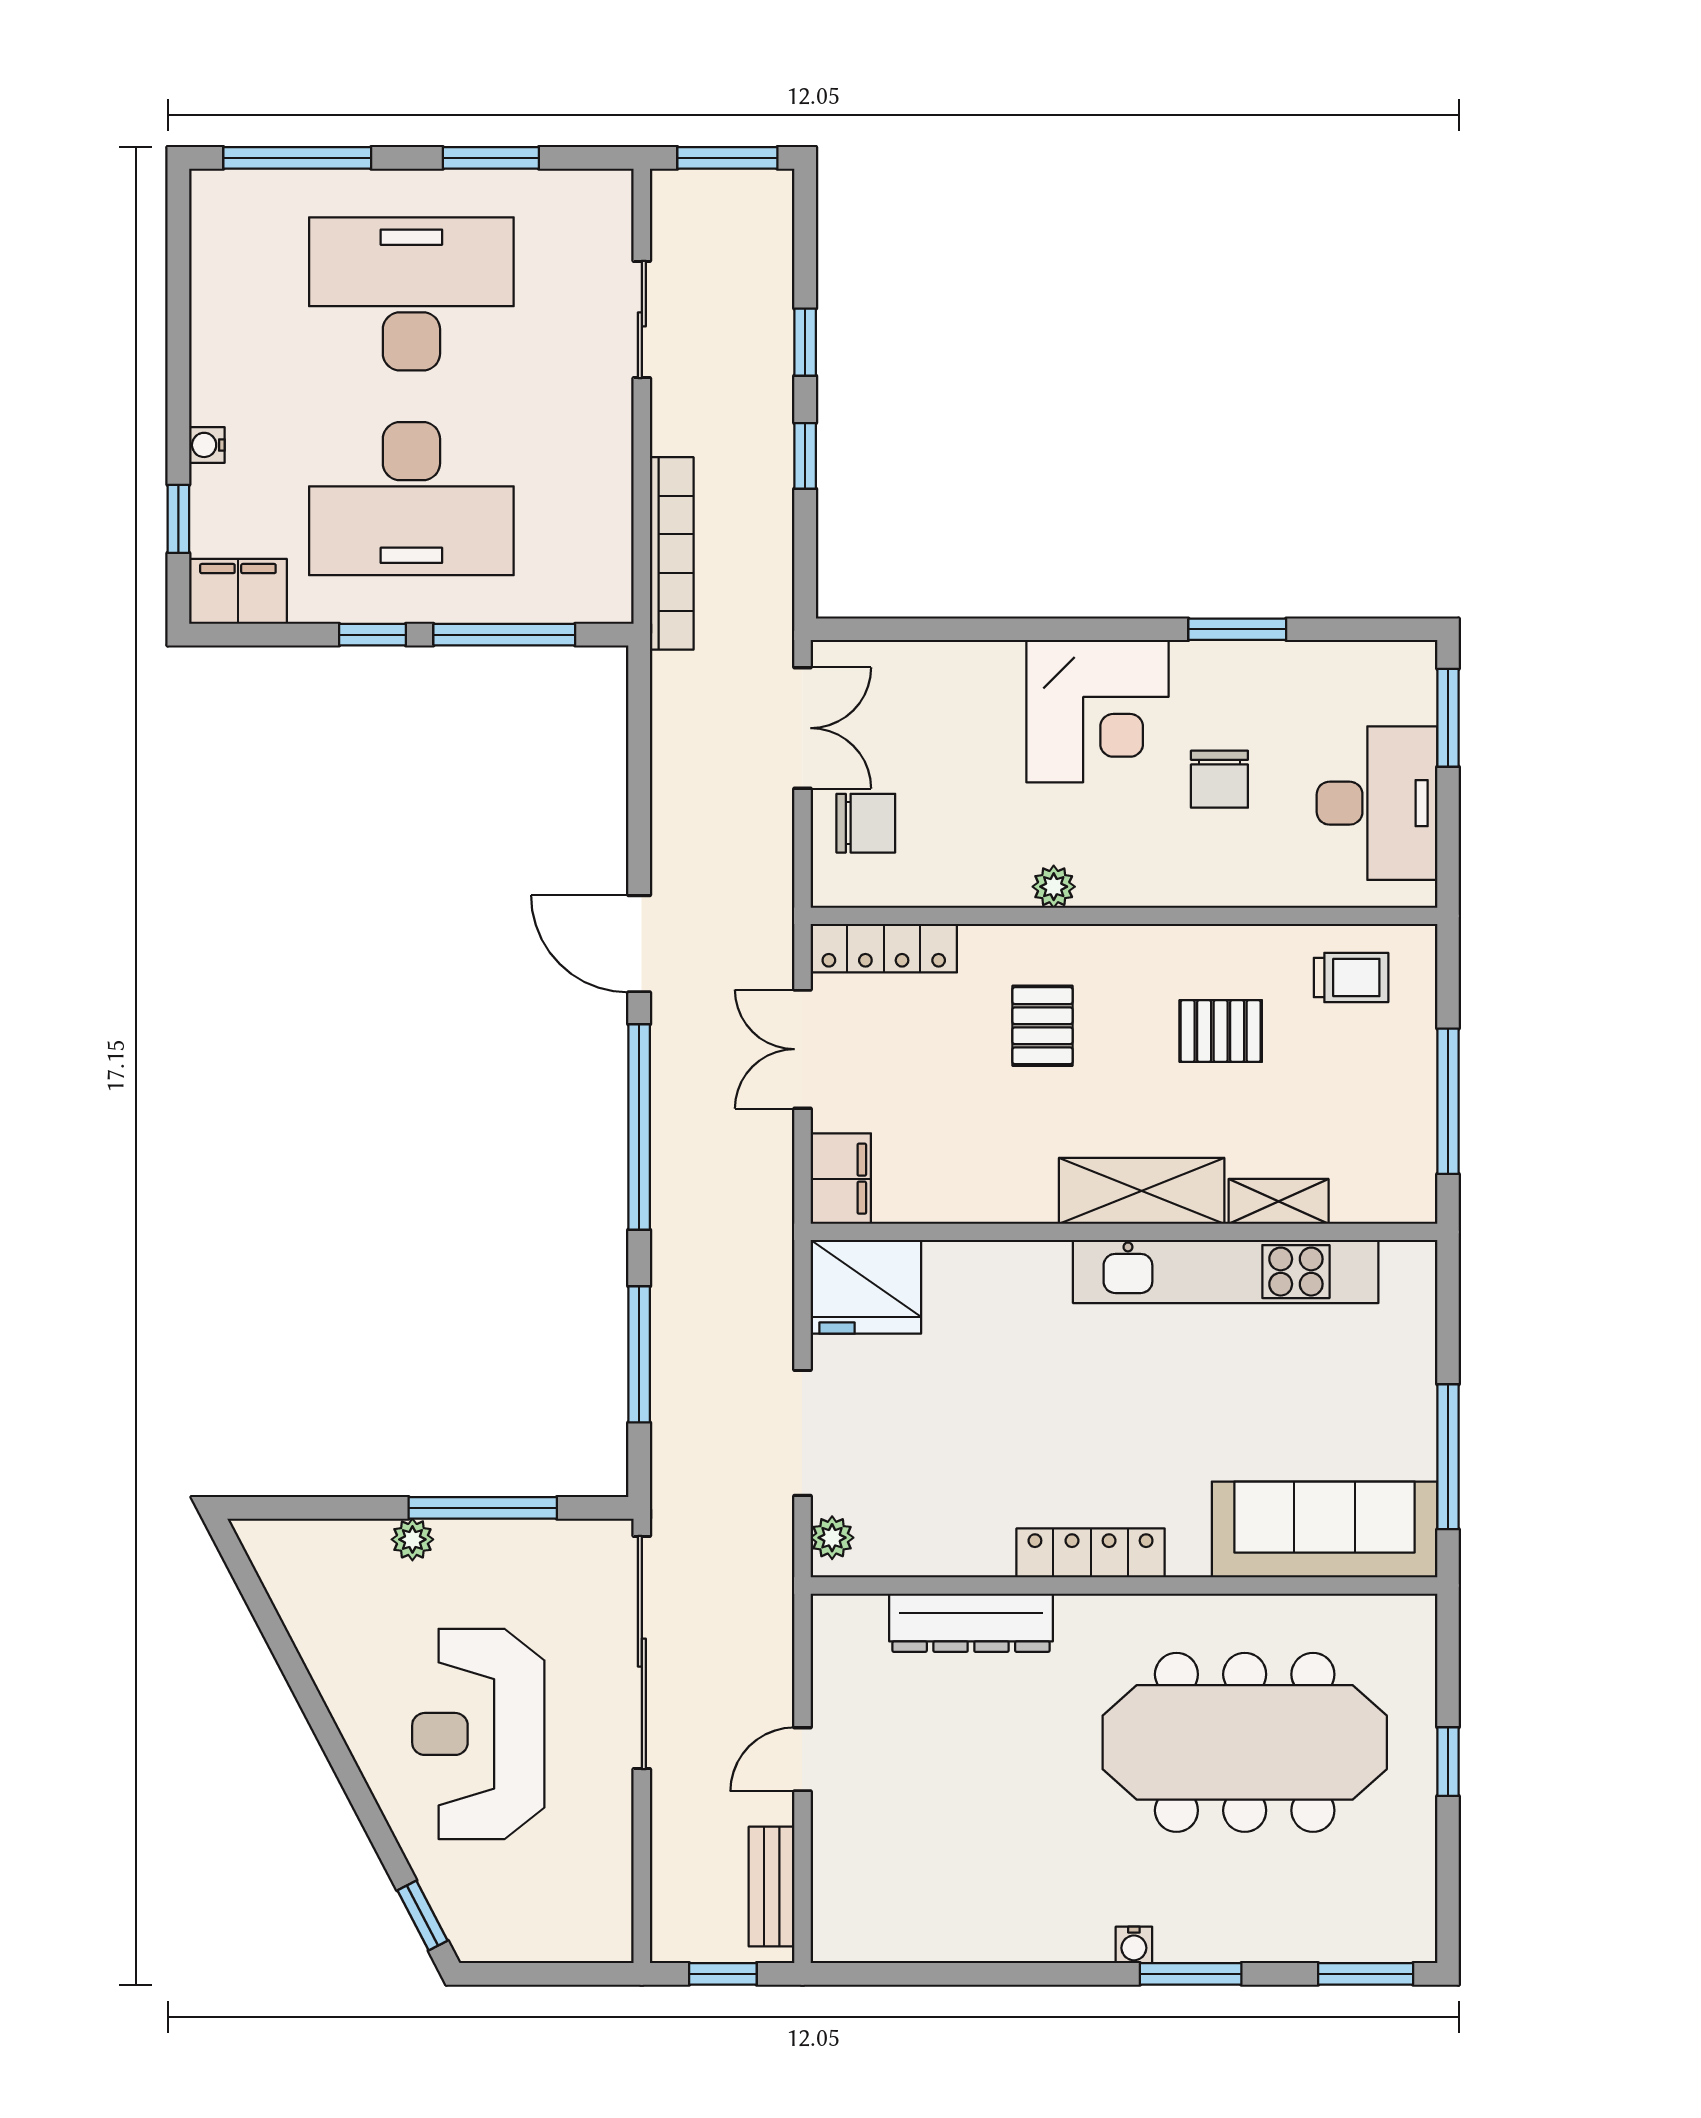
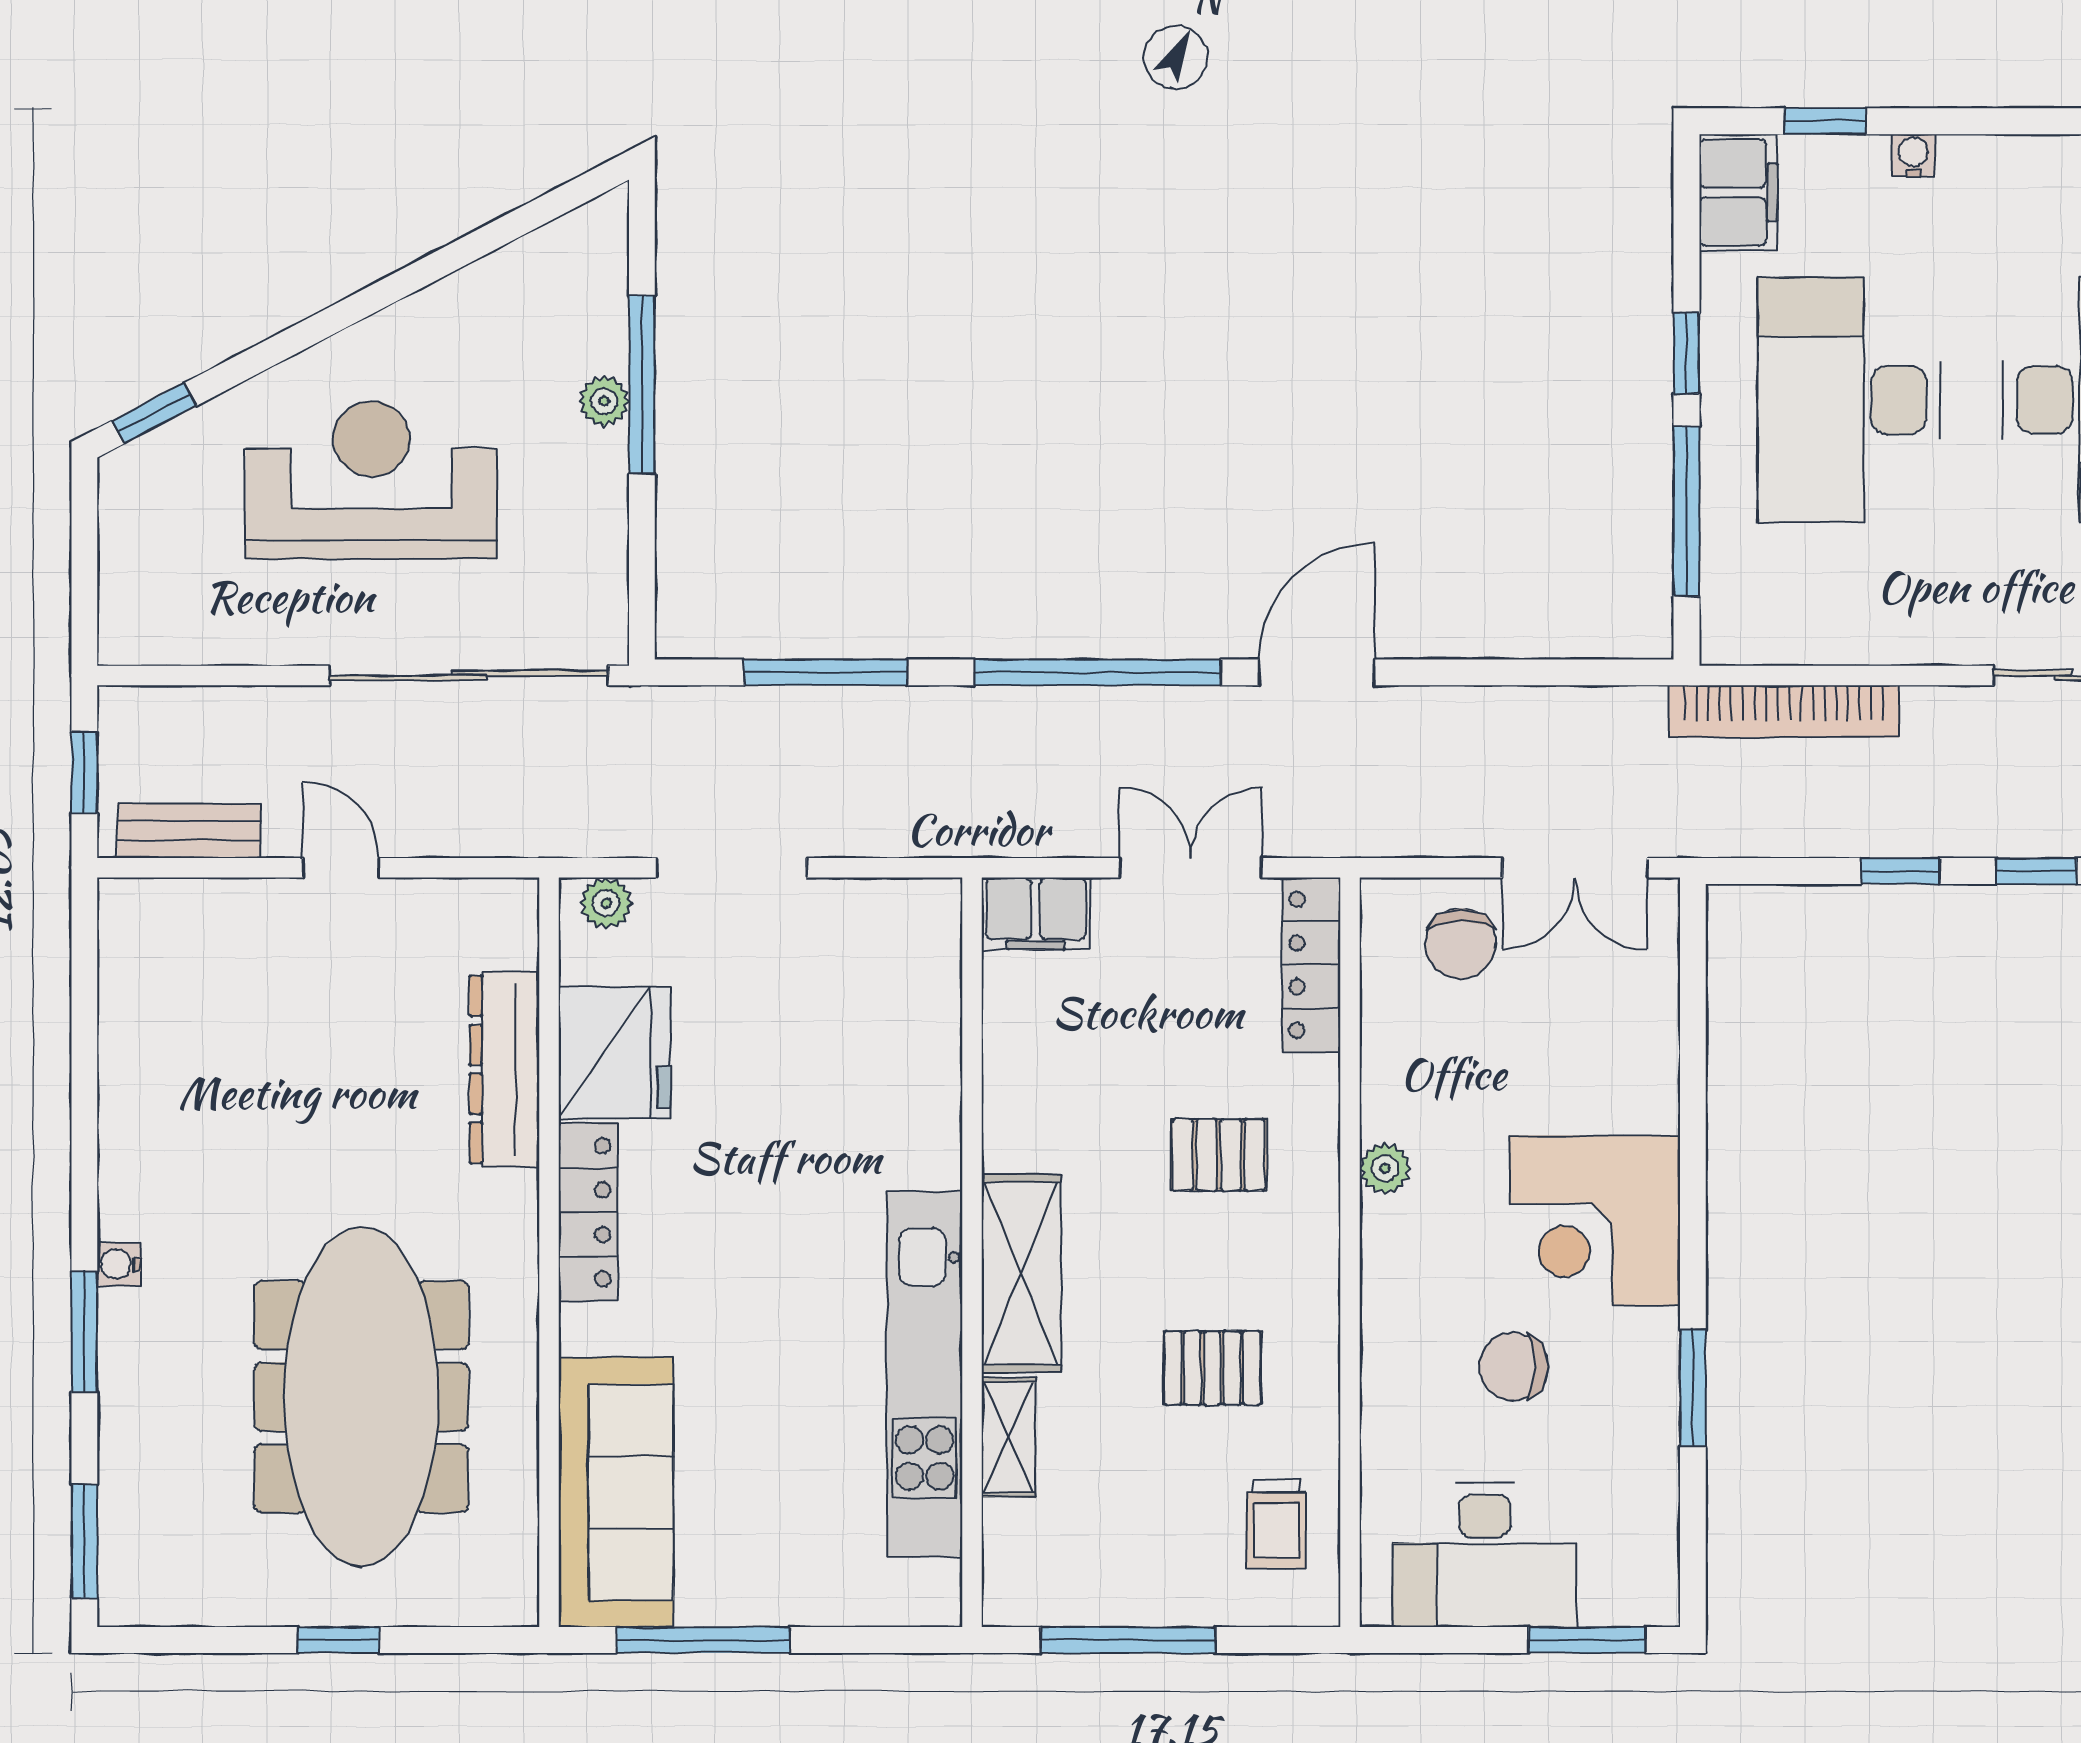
pallet: (1221, 1031) -> (1212, 1368), turned 90
fridge: (866, 1287) -> (615, 1052), moved, turned 180
window: (483, 1508) -> (642, 385), moved

